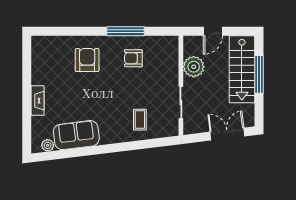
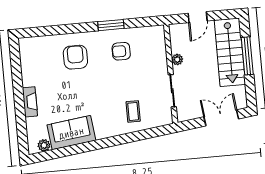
window: (126, 31) -> (111, 25), width x0.69
plant: (194, 67) -> (177, 60), width x0.53, depth x0.53

